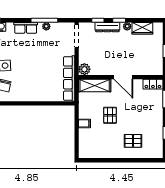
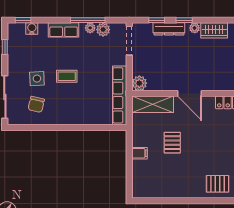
plant: (56, 28) -> (103, 30), added
coffee table: (28, 64) -> (67, 76), added
pallet: (133, 141) -> (218, 184), moved

